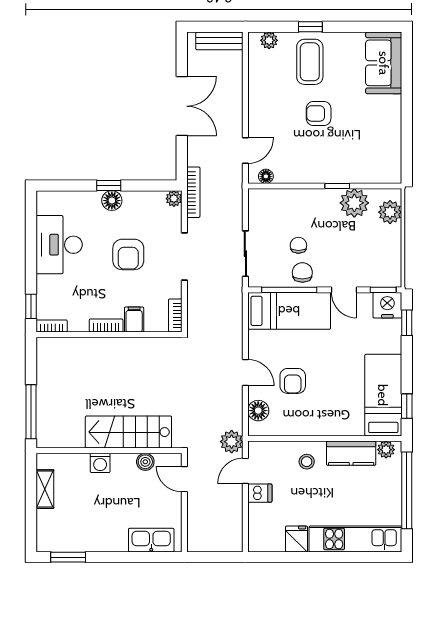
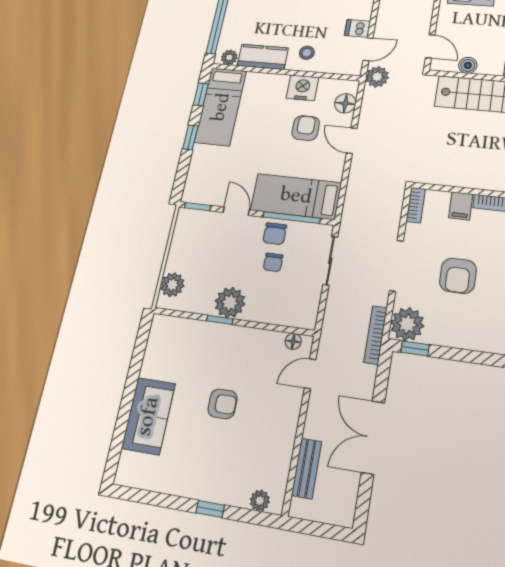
bench: (219, 41) -> (307, 468), moved, turned 90
coffee table: (310, 62) -> (220, 466), removed
sofa: (384, 63) -> (148, 416), moved
window: (109, 185) -> (415, 348), moved
plant: (174, 199) -> (407, 324), width x1.88, depth x1.88
floor lamp: (112, 201) -> (469, 338), removed
plant: (354, 203) -> (230, 303), moved
armchair: (128, 254) -> (458, 276), turned 180
nightstand: (387, 305) -> (302, 88), moved, turned 180
window: (407, 323) -> (190, 137), moved

